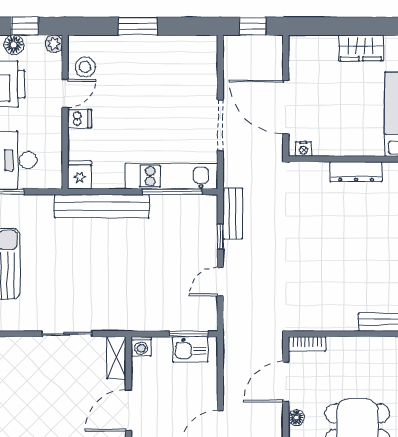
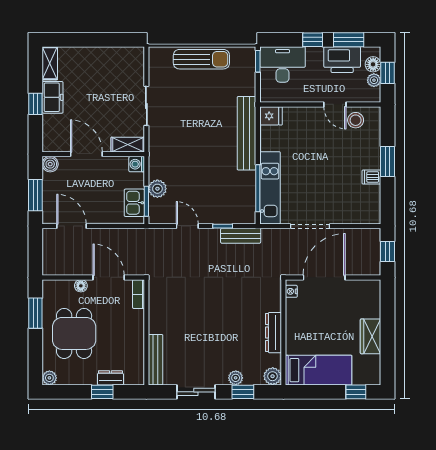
plant: (54, 44) -> (374, 80), moved
dishwasher: (80, 119) -> (371, 177), moved, turned 90
plant: (173, 320) -> (157, 189), added

